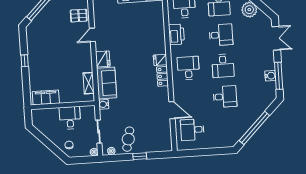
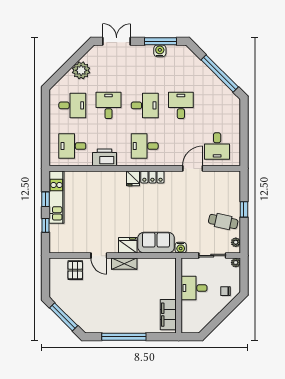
window: (25, 61) -> (124, 337), width x3.17
shelving: (89, 83) -> (124, 264), moved

